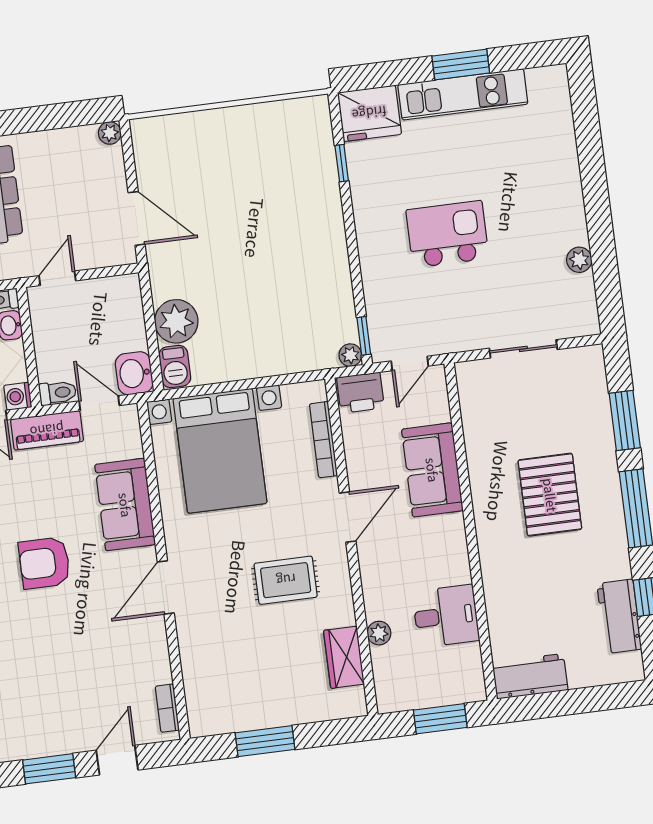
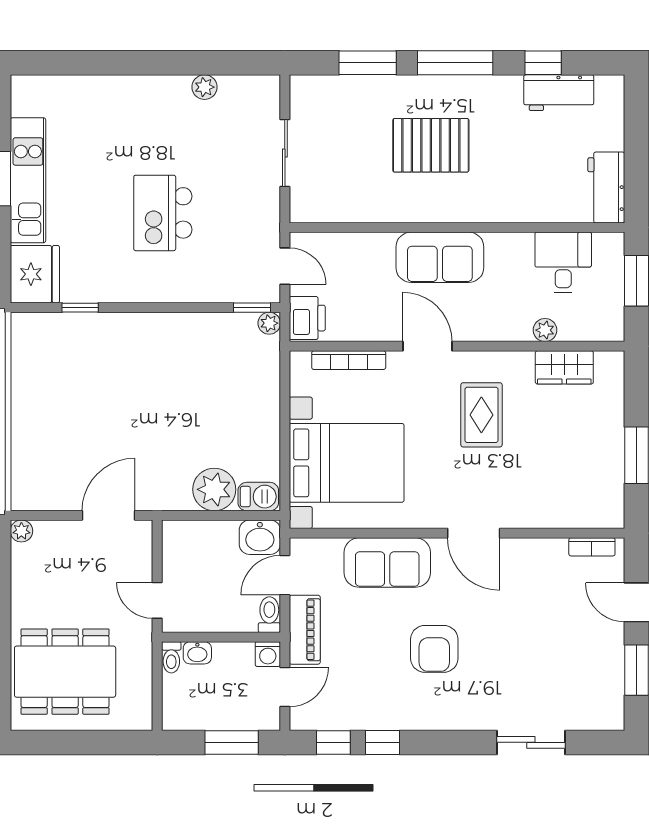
sofa: (432, 470) -> (440, 257), moved
desk: (446, 616) -> (563, 262), moved

